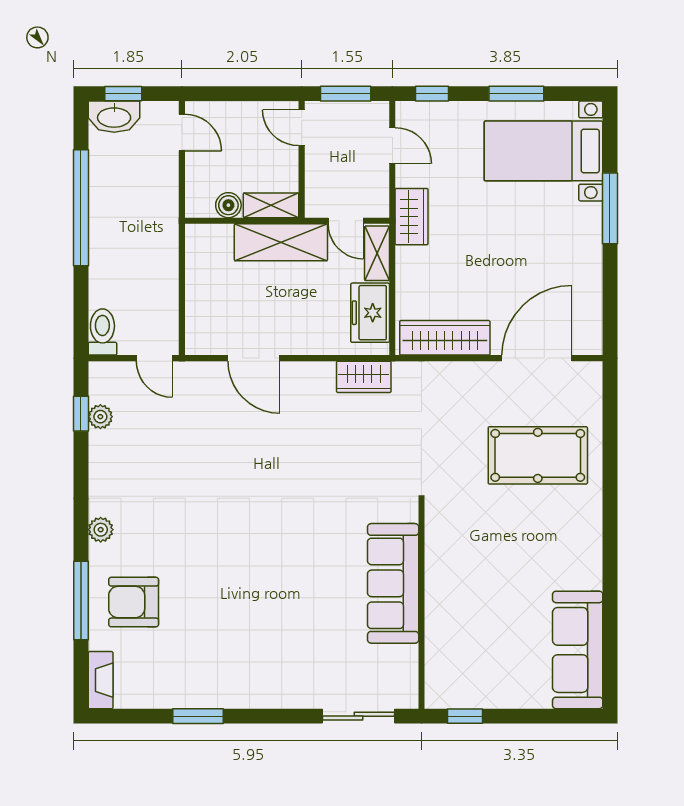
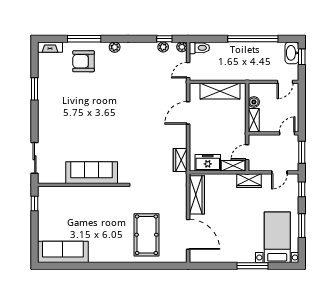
shelving: (281, 242) -> (220, 91), moved, turned 90
plant: (100, 373) -> (182, 47), added
armchair: (134, 602) -> (84, 61), turned -90

